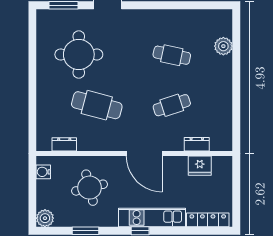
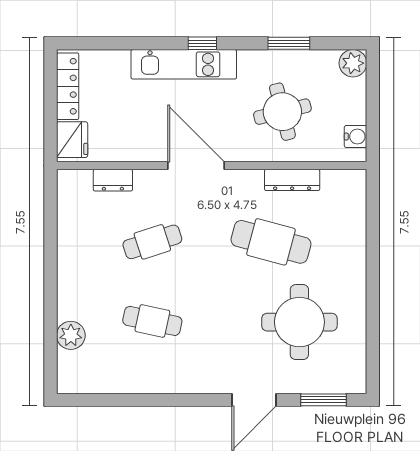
dresser: (64, 144) -> (292, 180), moved, width x1.44
fridge: (200, 166) -> (72, 140), moved, turned 90
locker: (208, 220) -> (68, 86), moved, turned -90

